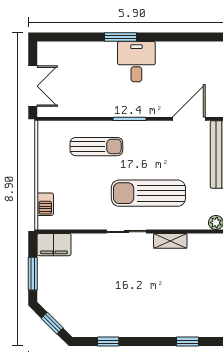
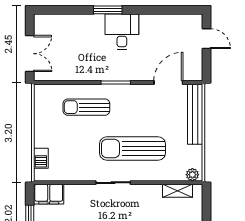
sun lounger: (96, 147) -> (86, 107), turned 180
shelving: (170, 241) -> (178, 191), moved

